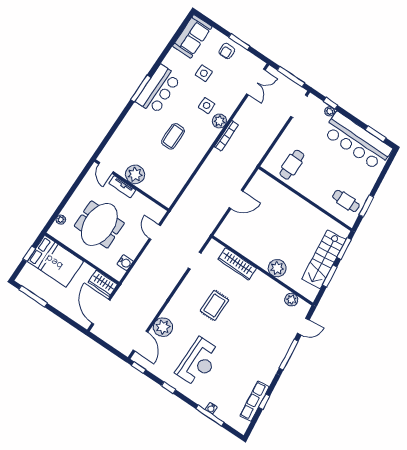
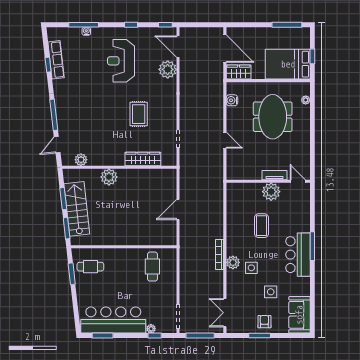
door: (106, 168) -> (298, 181), moved
plant: (135, 174) -> (271, 192), moved
wall: (132, 185) -> (268, 181), moved
tv unit: (122, 187) -> (275, 175), moved

